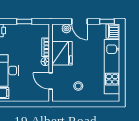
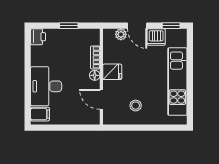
dishwasher: (113, 31) -> (156, 37), moved, turned -90
fridge: (62, 53) -> (112, 72), width x0.53, depth x0.75

